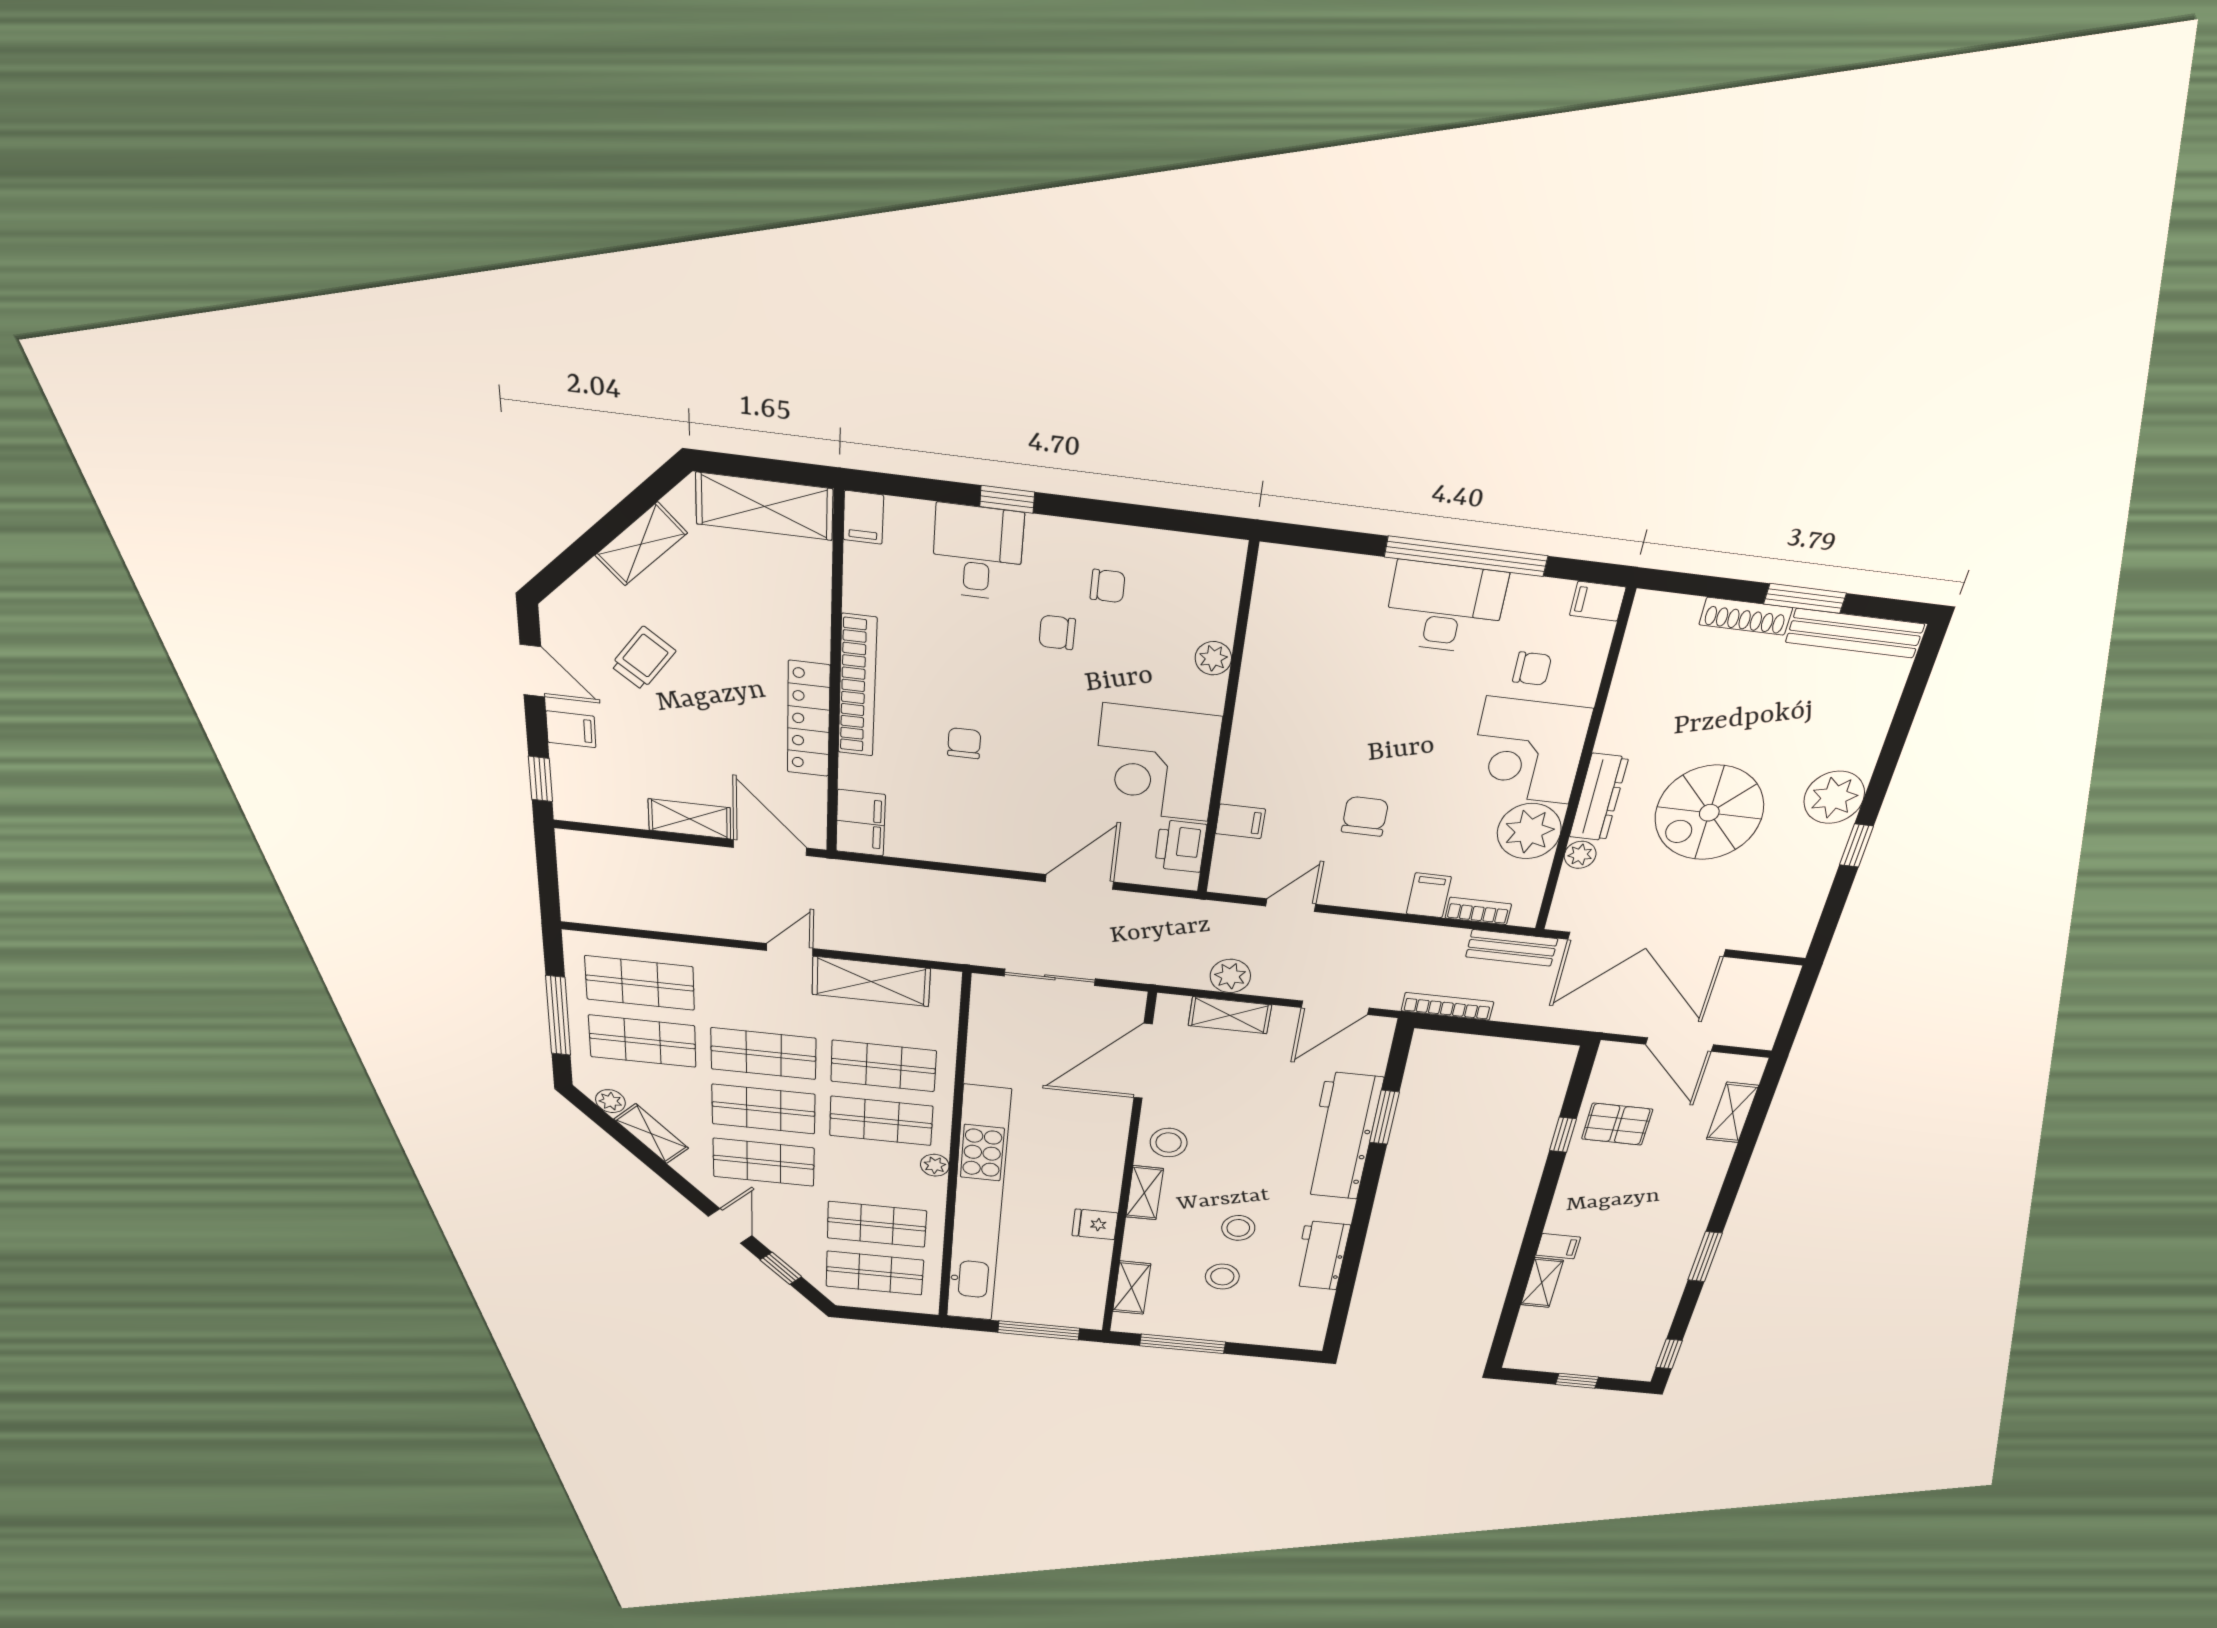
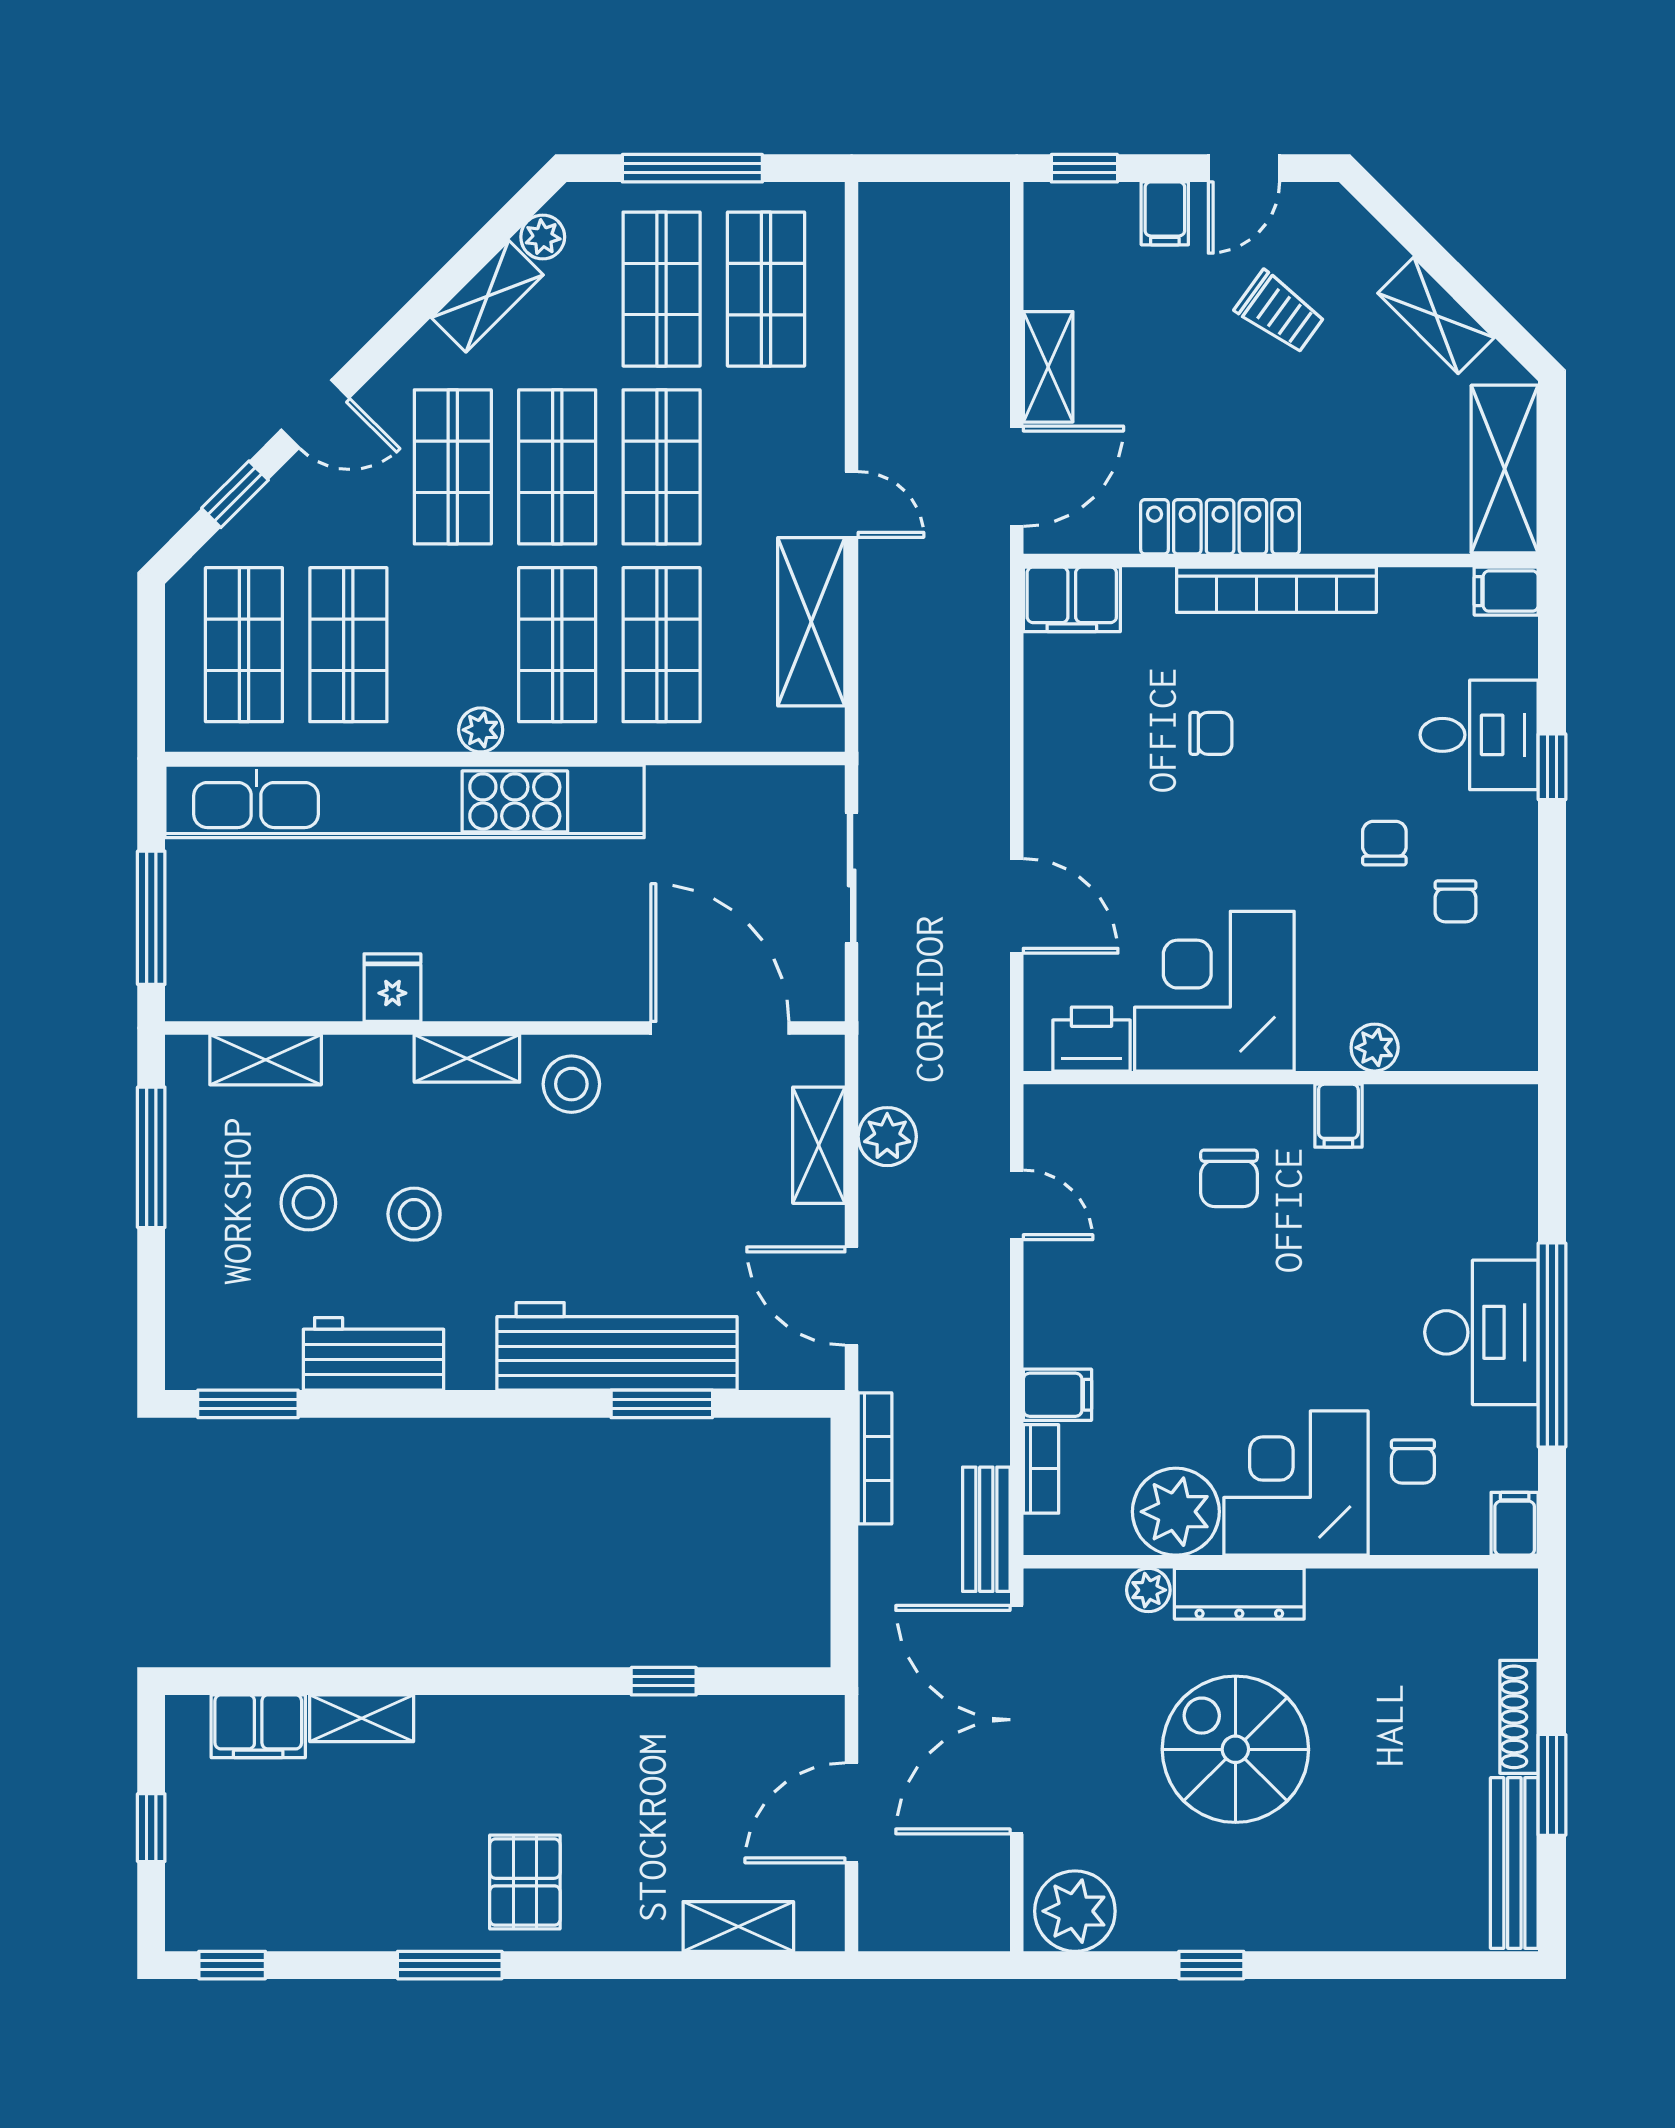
plant: (1834, 797) -> (1075, 1911), moved
chair: (1365, 816) -> (1229, 1178), moved, turned 90
filing cabinet: (1240, 821) -> (1338, 1116), moved
pallet: (1617, 1124) -> (525, 1882), moved
filing cabinet: (1558, 1246) -> (258, 1726), moved, width x2.00
window: (1339, 1315) -> (248, 1404), added

